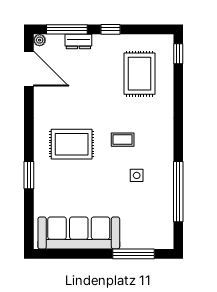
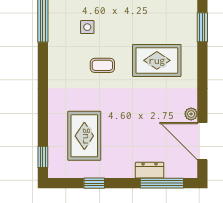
window: (111, 29) -> (94, 183), moved
plant: (40, 40) -> (191, 114), moved

